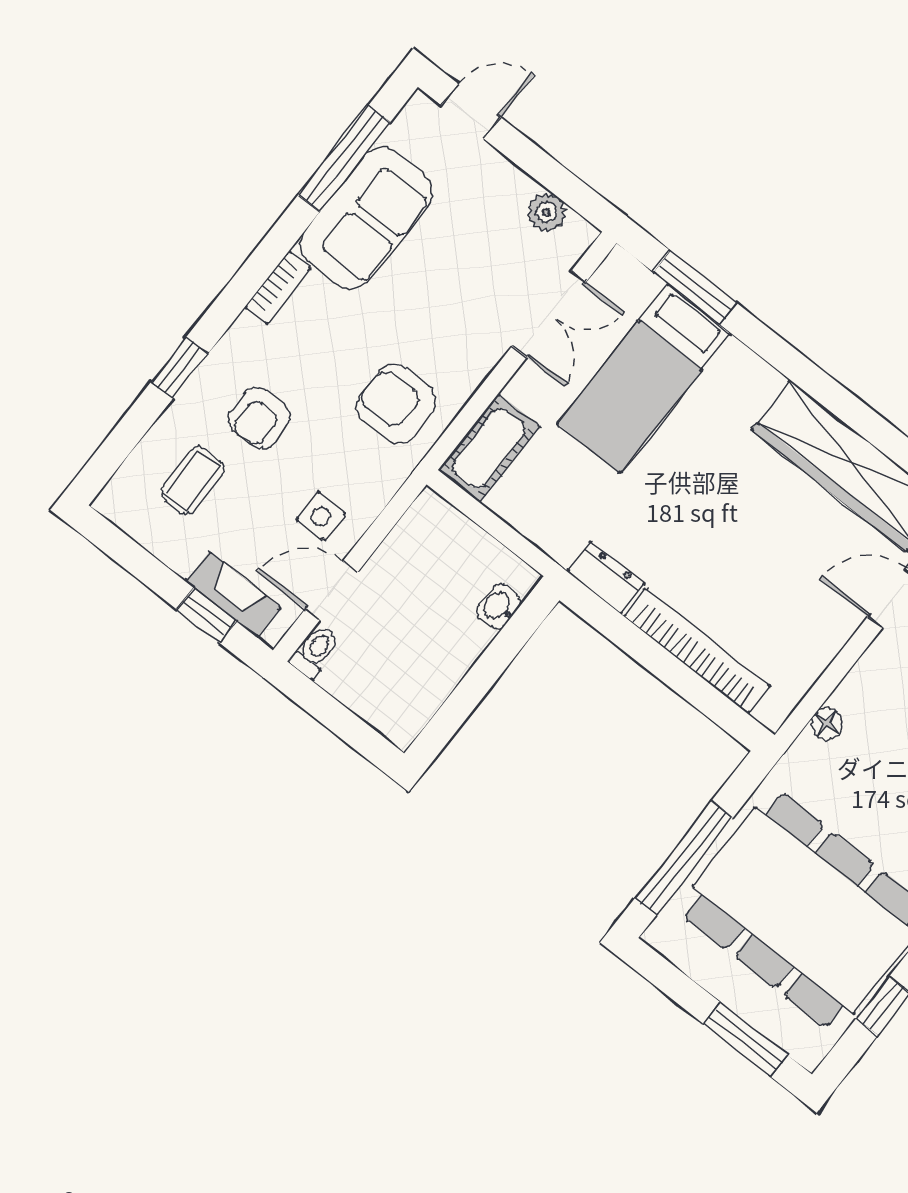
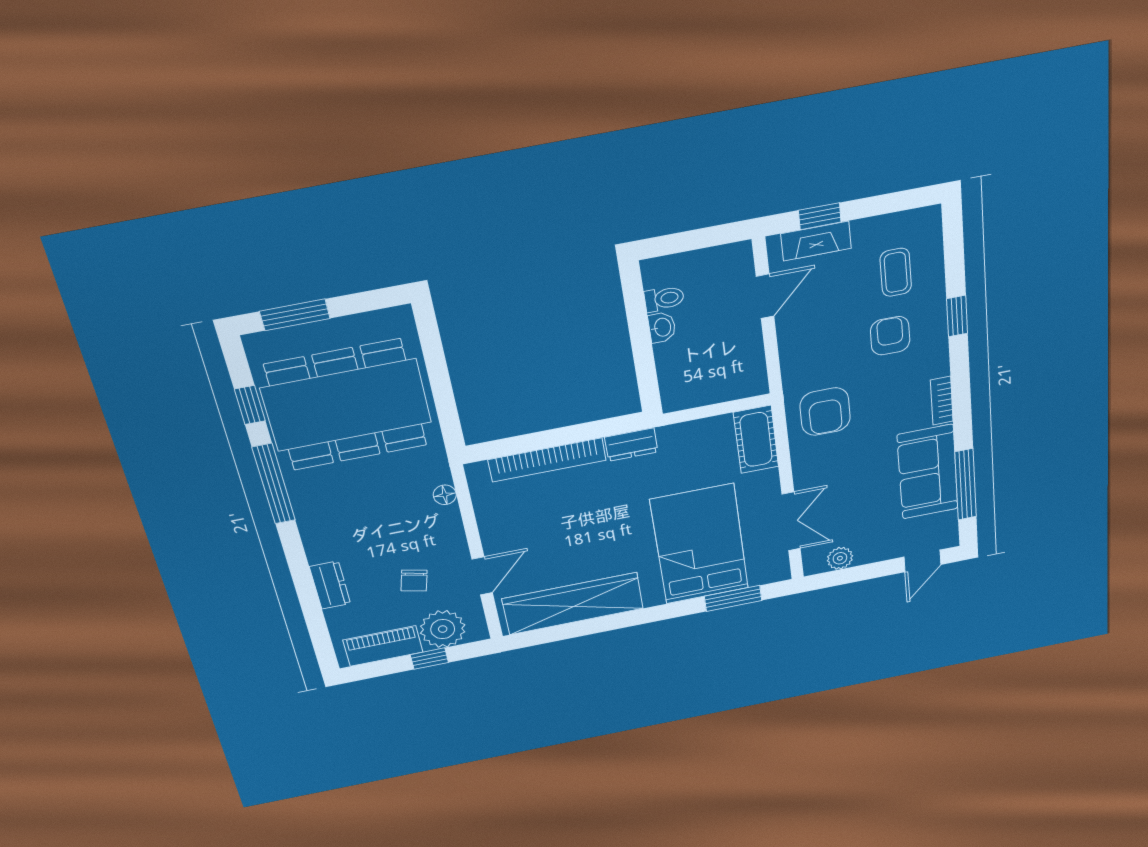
double door: (549, 314) -> (791, 521), swing flipped
bed: (644, 379) -> (700, 544), width x1.50
armchair: (396, 404) -> (825, 412), turned 90
side table: (321, 516) -> (809, 324), removed
washbasin: (499, 607) -> (662, 327), moved
toilet: (315, 651) -> (664, 299), moved, turned -90
window: (684, 858) -> (436, 365), removed

